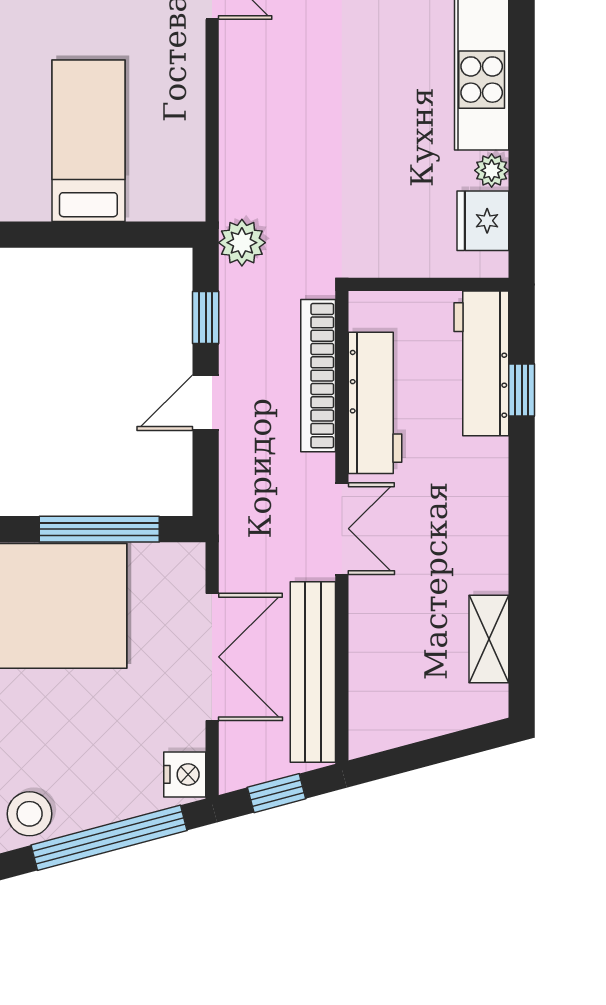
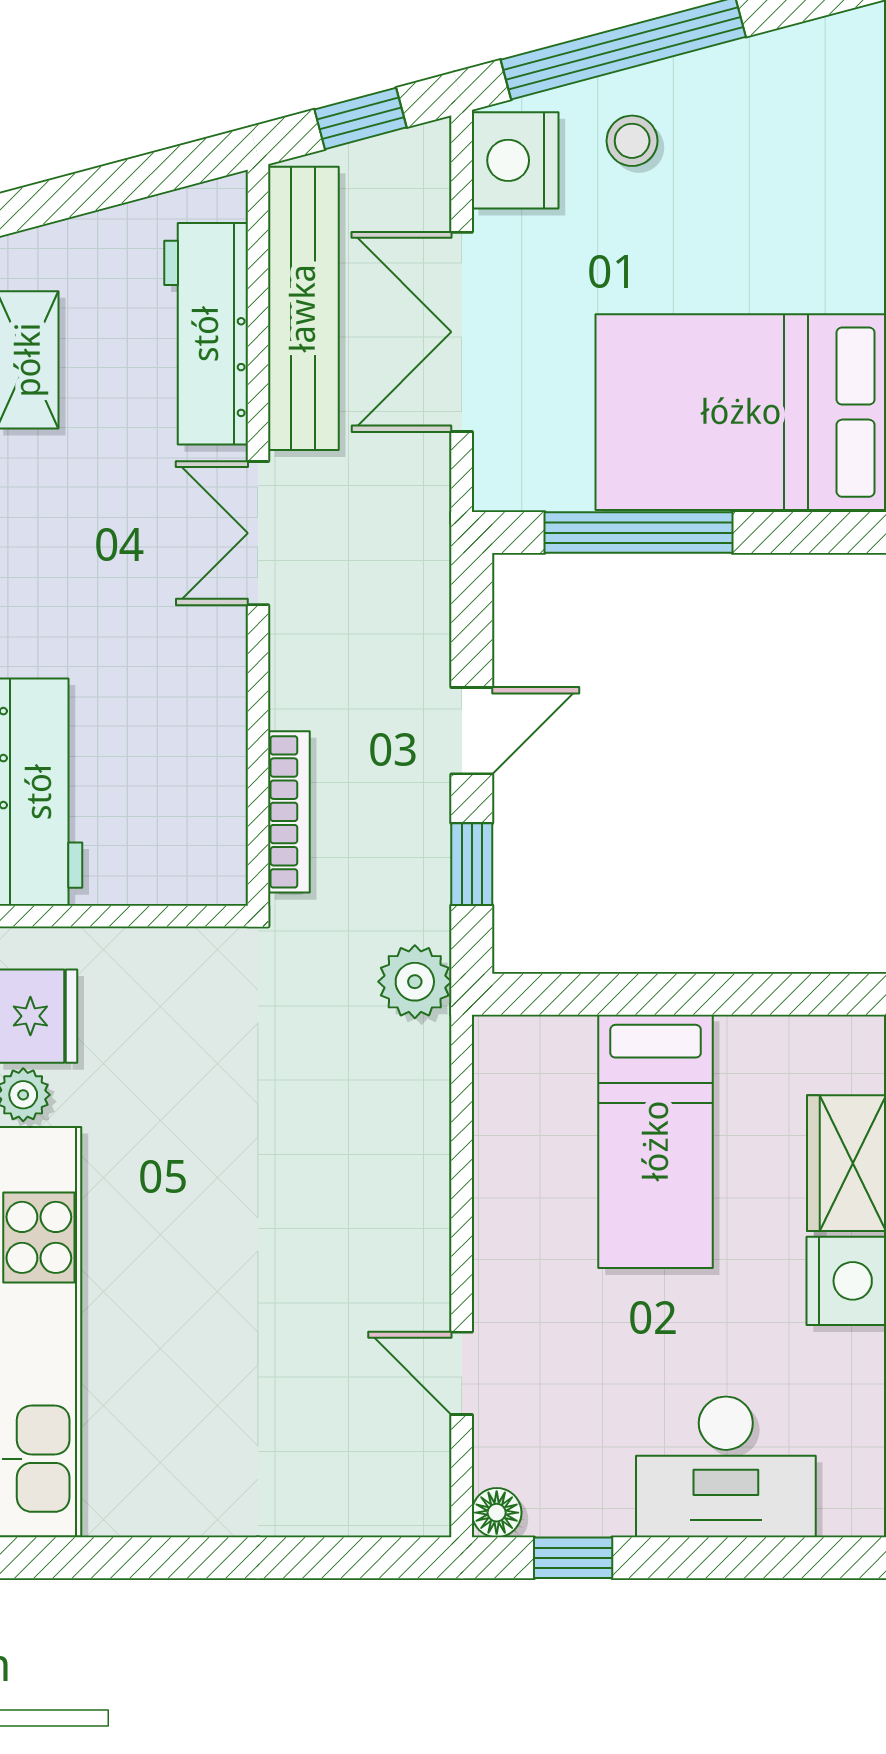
bookcase: (318, 376) -> (289, 812), width x0.68, depth x0.76
workbench: (375, 403) -> (206, 334), moved
nightstand: (185, 774) -> (515, 160), width x1.36, depth x1.33
stool: (30, 814) -> (632, 141), moved, width x0.73, depth x0.73

